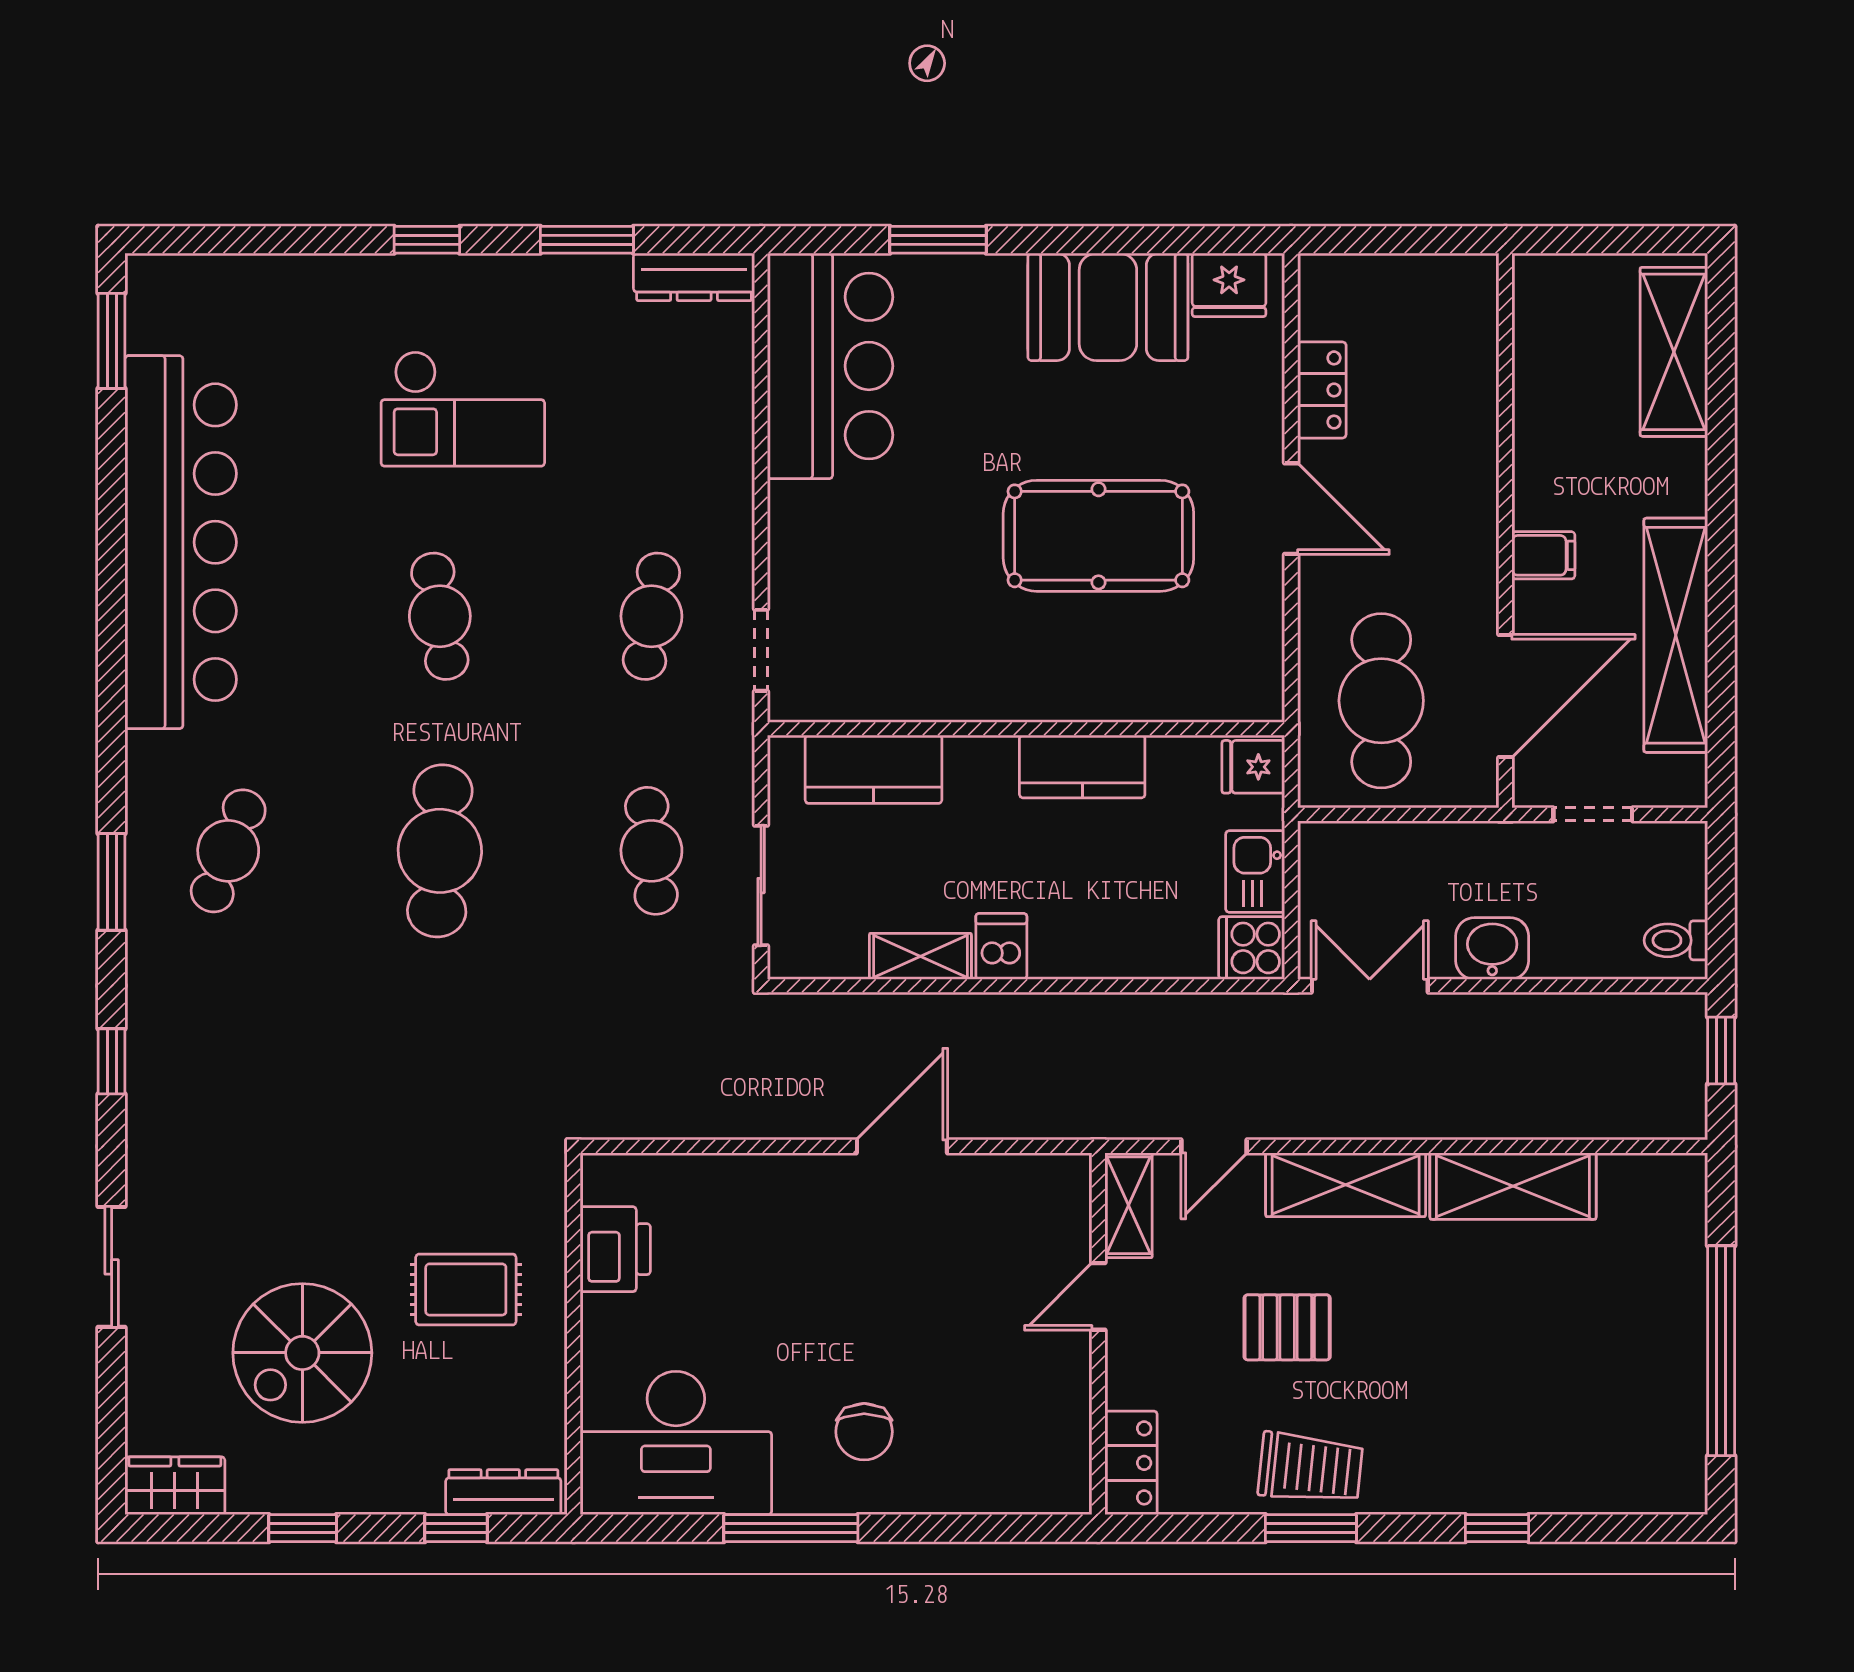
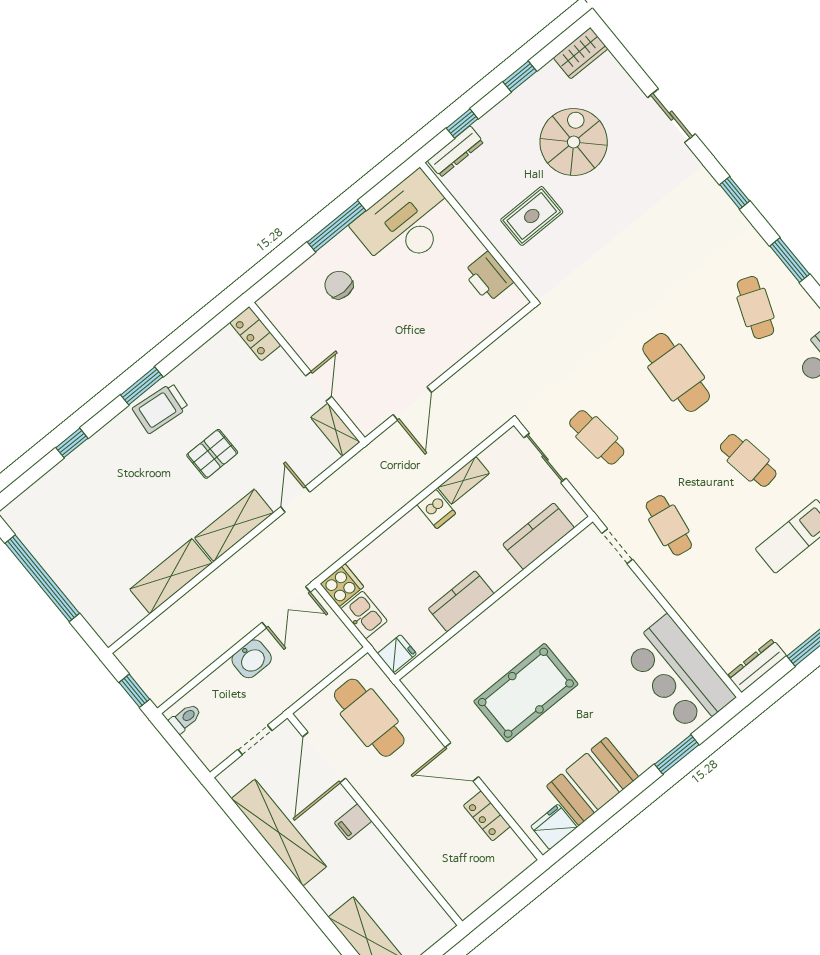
shelving: (1128, 1205) -> (335, 430), moved
door: (1098, 1296) -> (319, 386), moved
wall: (1098, 1334) -> (307, 372), moved
locker: (1131, 1463) -> (255, 334), moved

